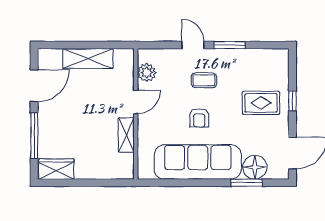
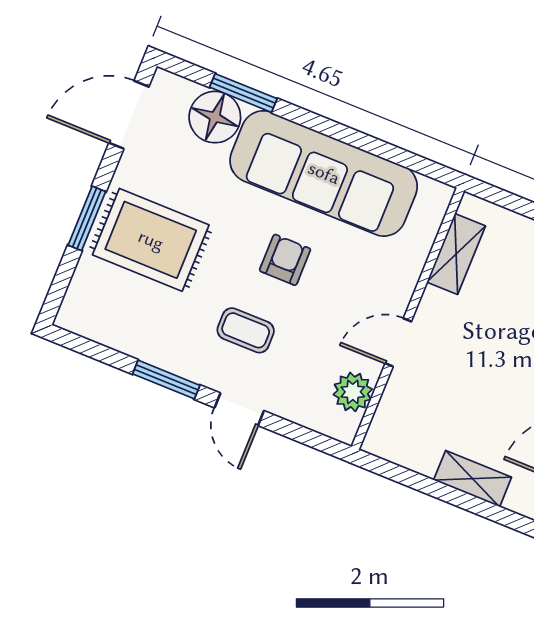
shelving: (88, 59) -> (473, 479), width x0.67, depth x0.75
window: (292, 101) -> (87, 218), width x1.50
rug: (261, 103) -> (151, 240), width x1.36, depth x1.43
shelving: (126, 135) -> (456, 254), moved

